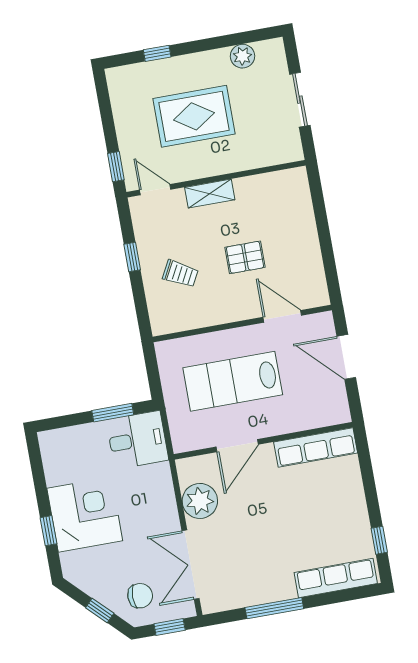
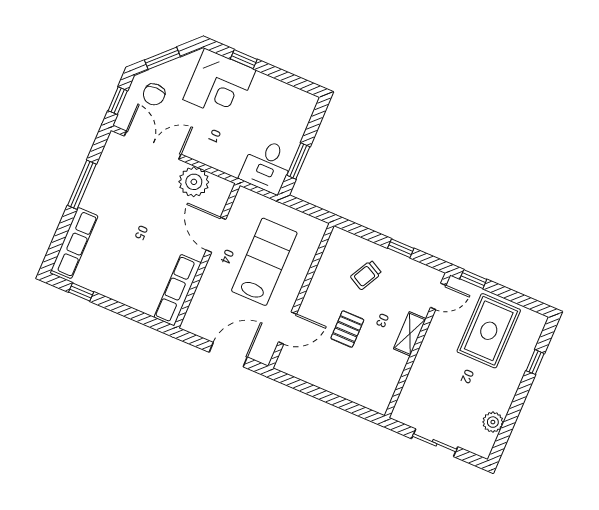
rug: (194, 116) -> (489, 331), moved
corner desk: (85, 515) -> (219, 85), moved
window: (100, 610) -> (162, 58), width x1.50

